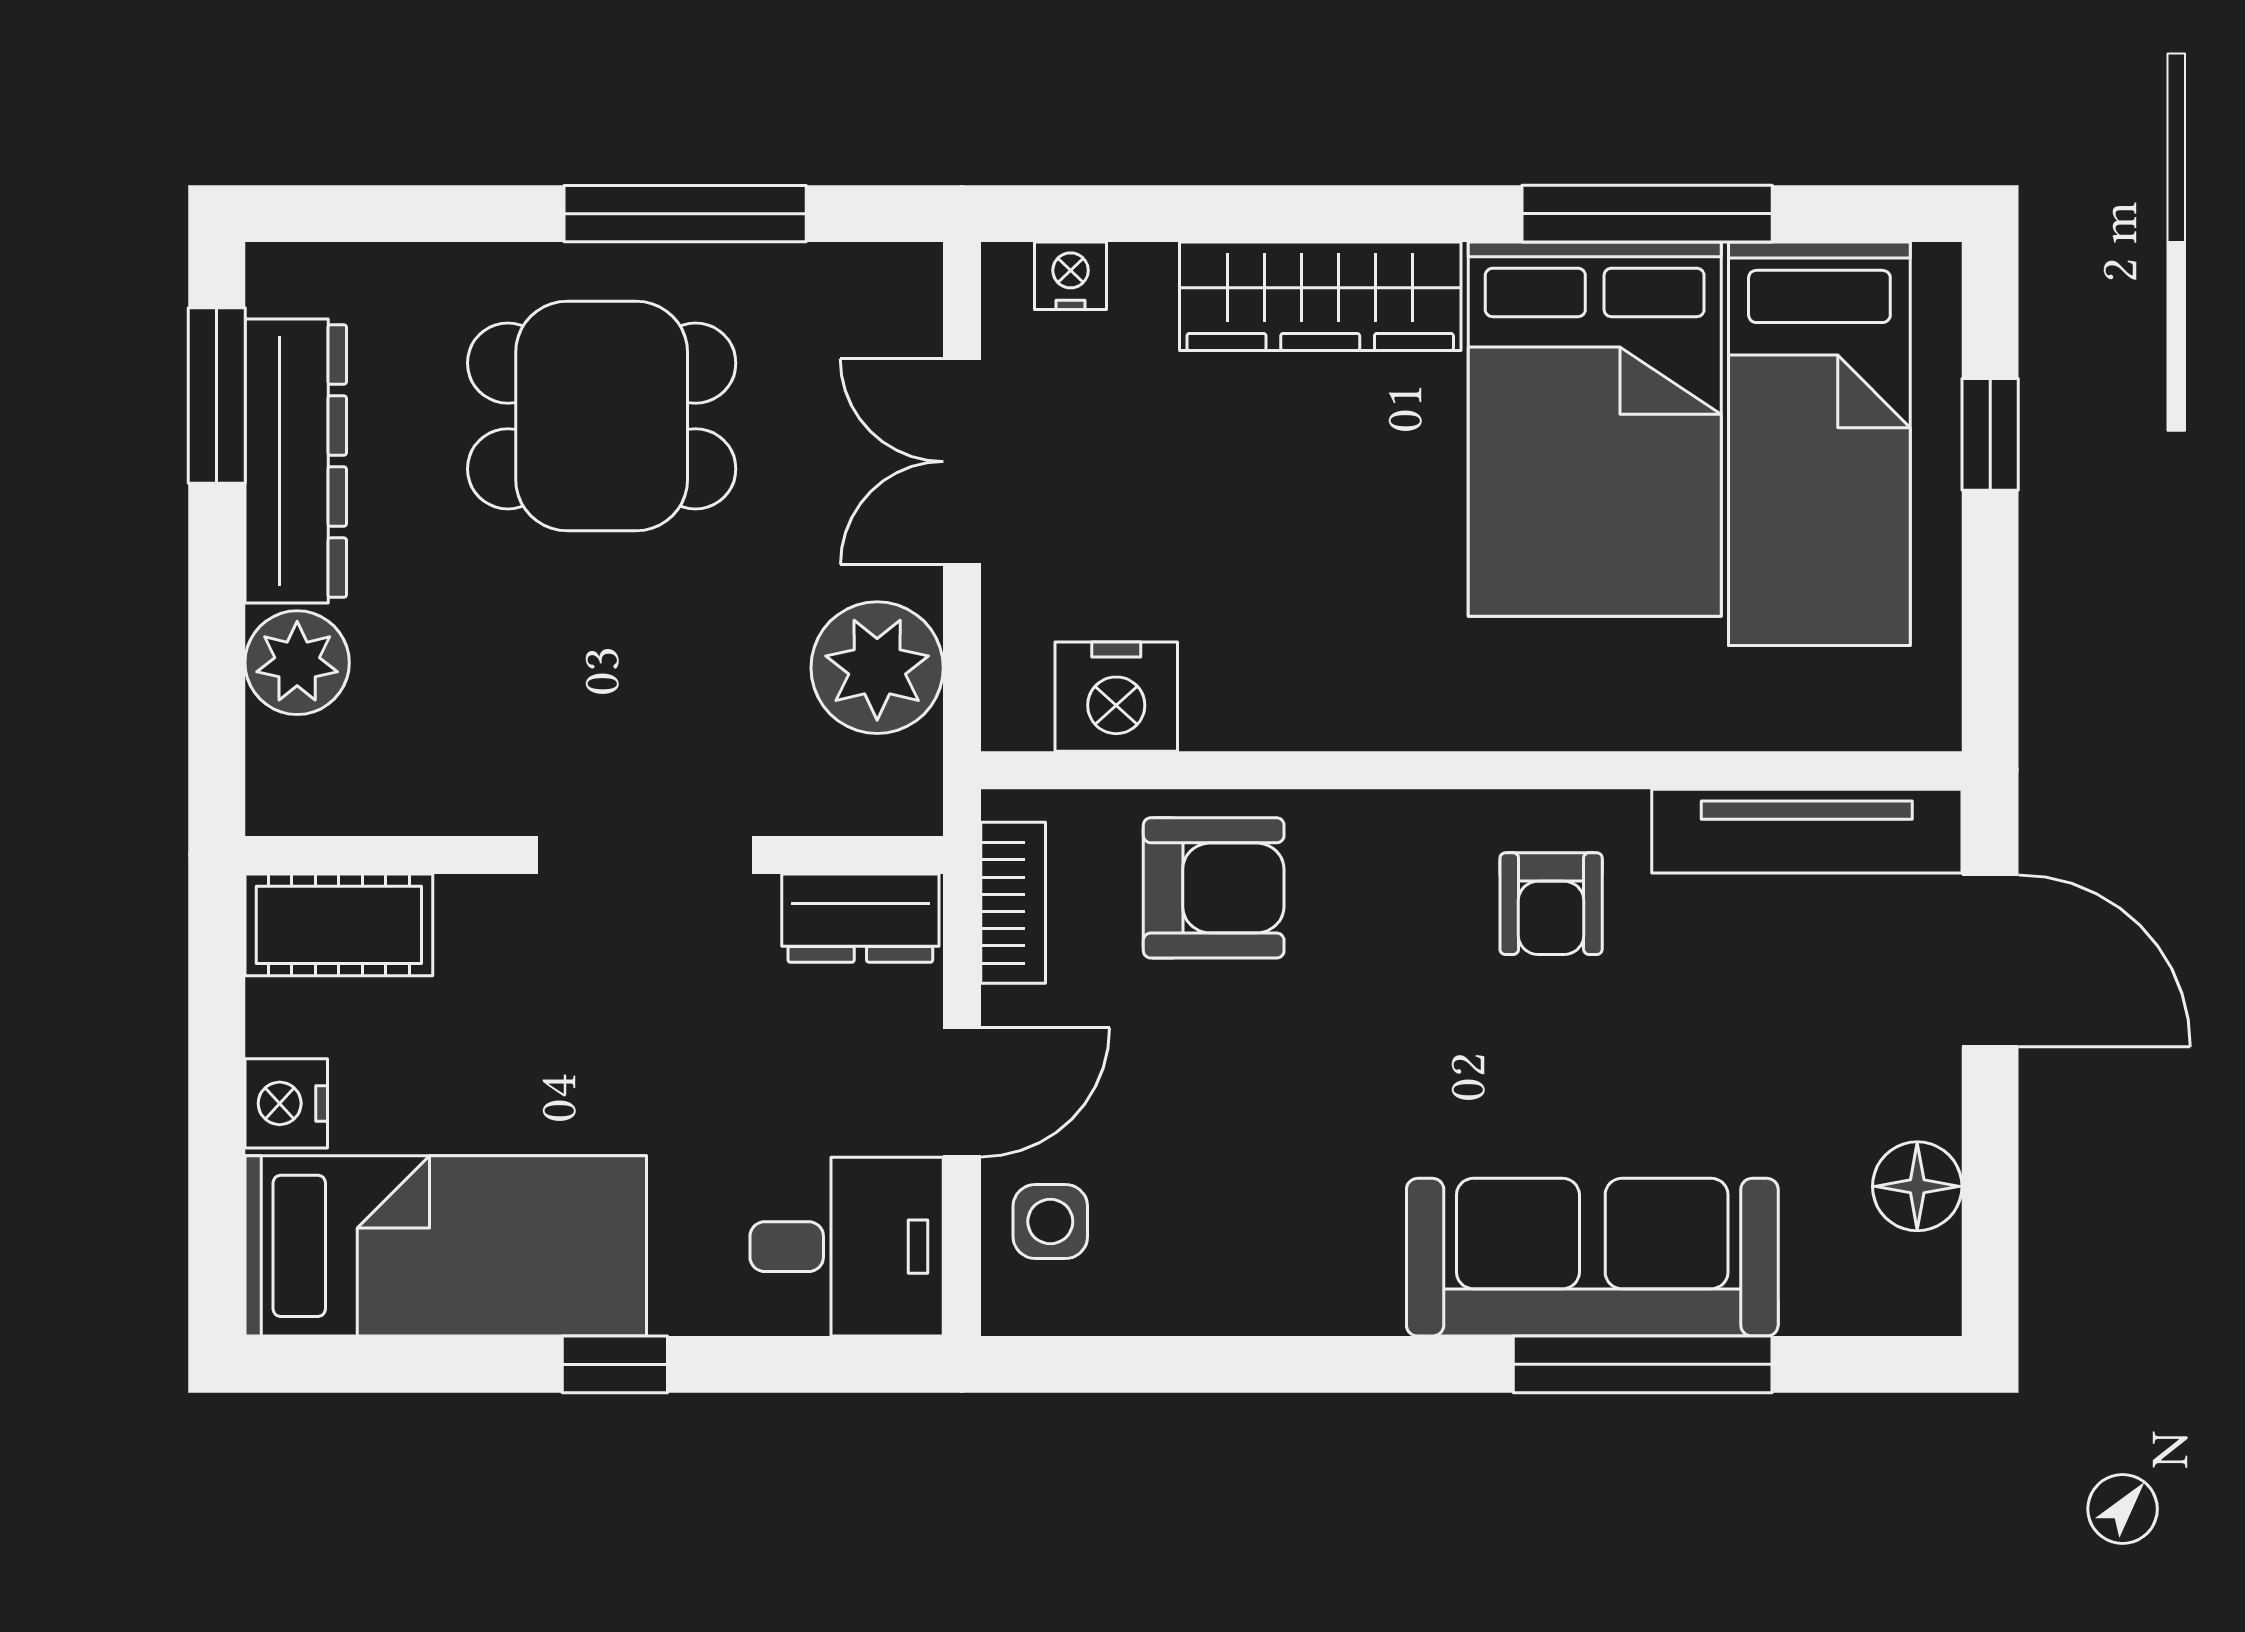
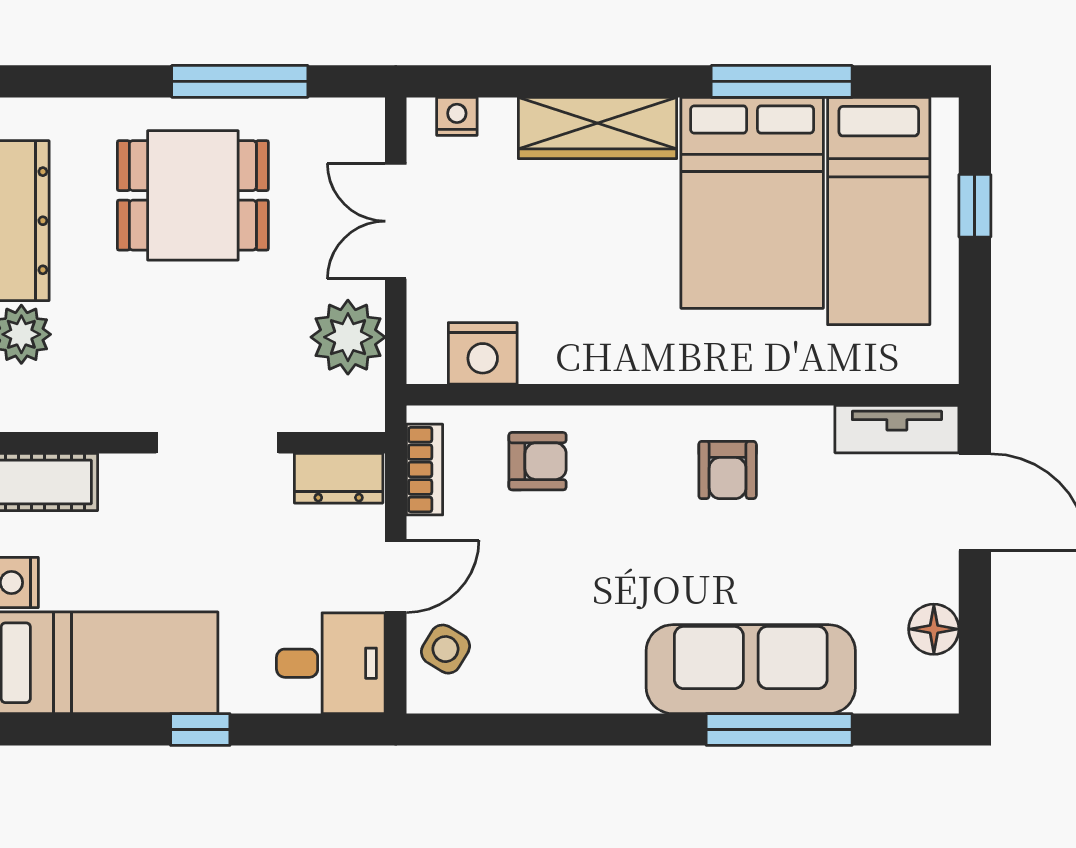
tv unit: (1807, 831) -> (897, 429), width x0.71
armchair: (1214, 888) -> (538, 461), width x0.72, depth x0.72
side table: (1050, 1221) -> (445, 649), turned 31

